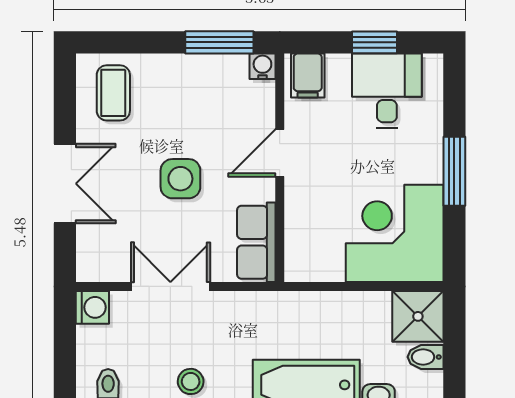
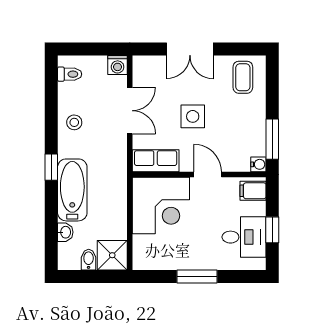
coffee table: (113, 93) -> (243, 77), turned 90
corner desk: (395, 233) -> (161, 206), moved, turned 90

